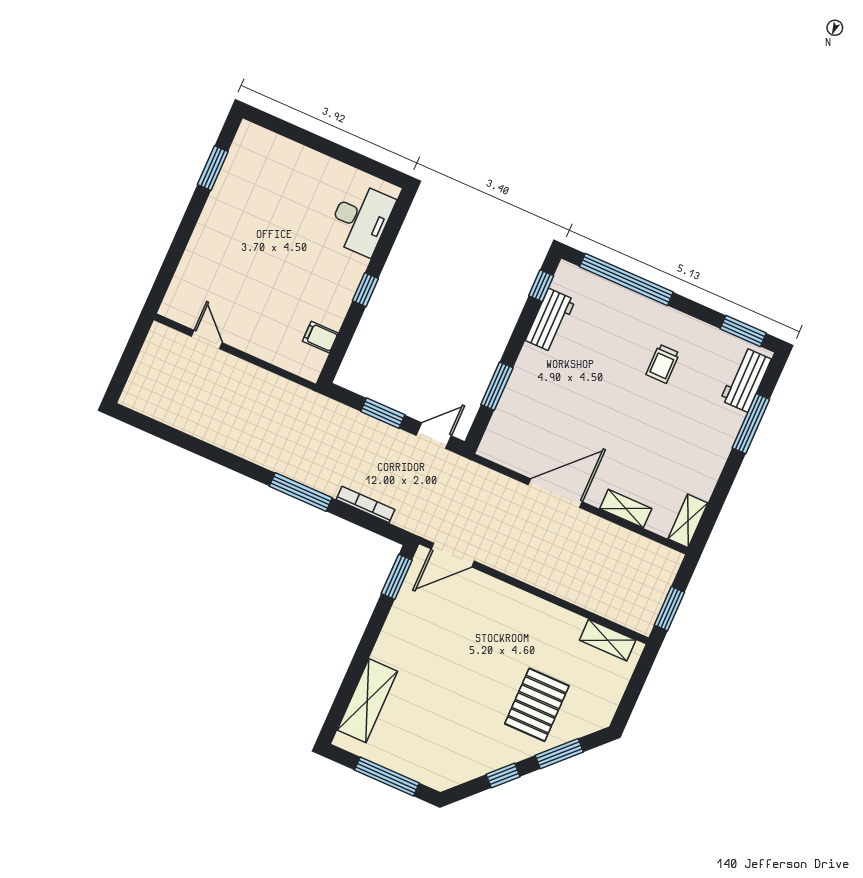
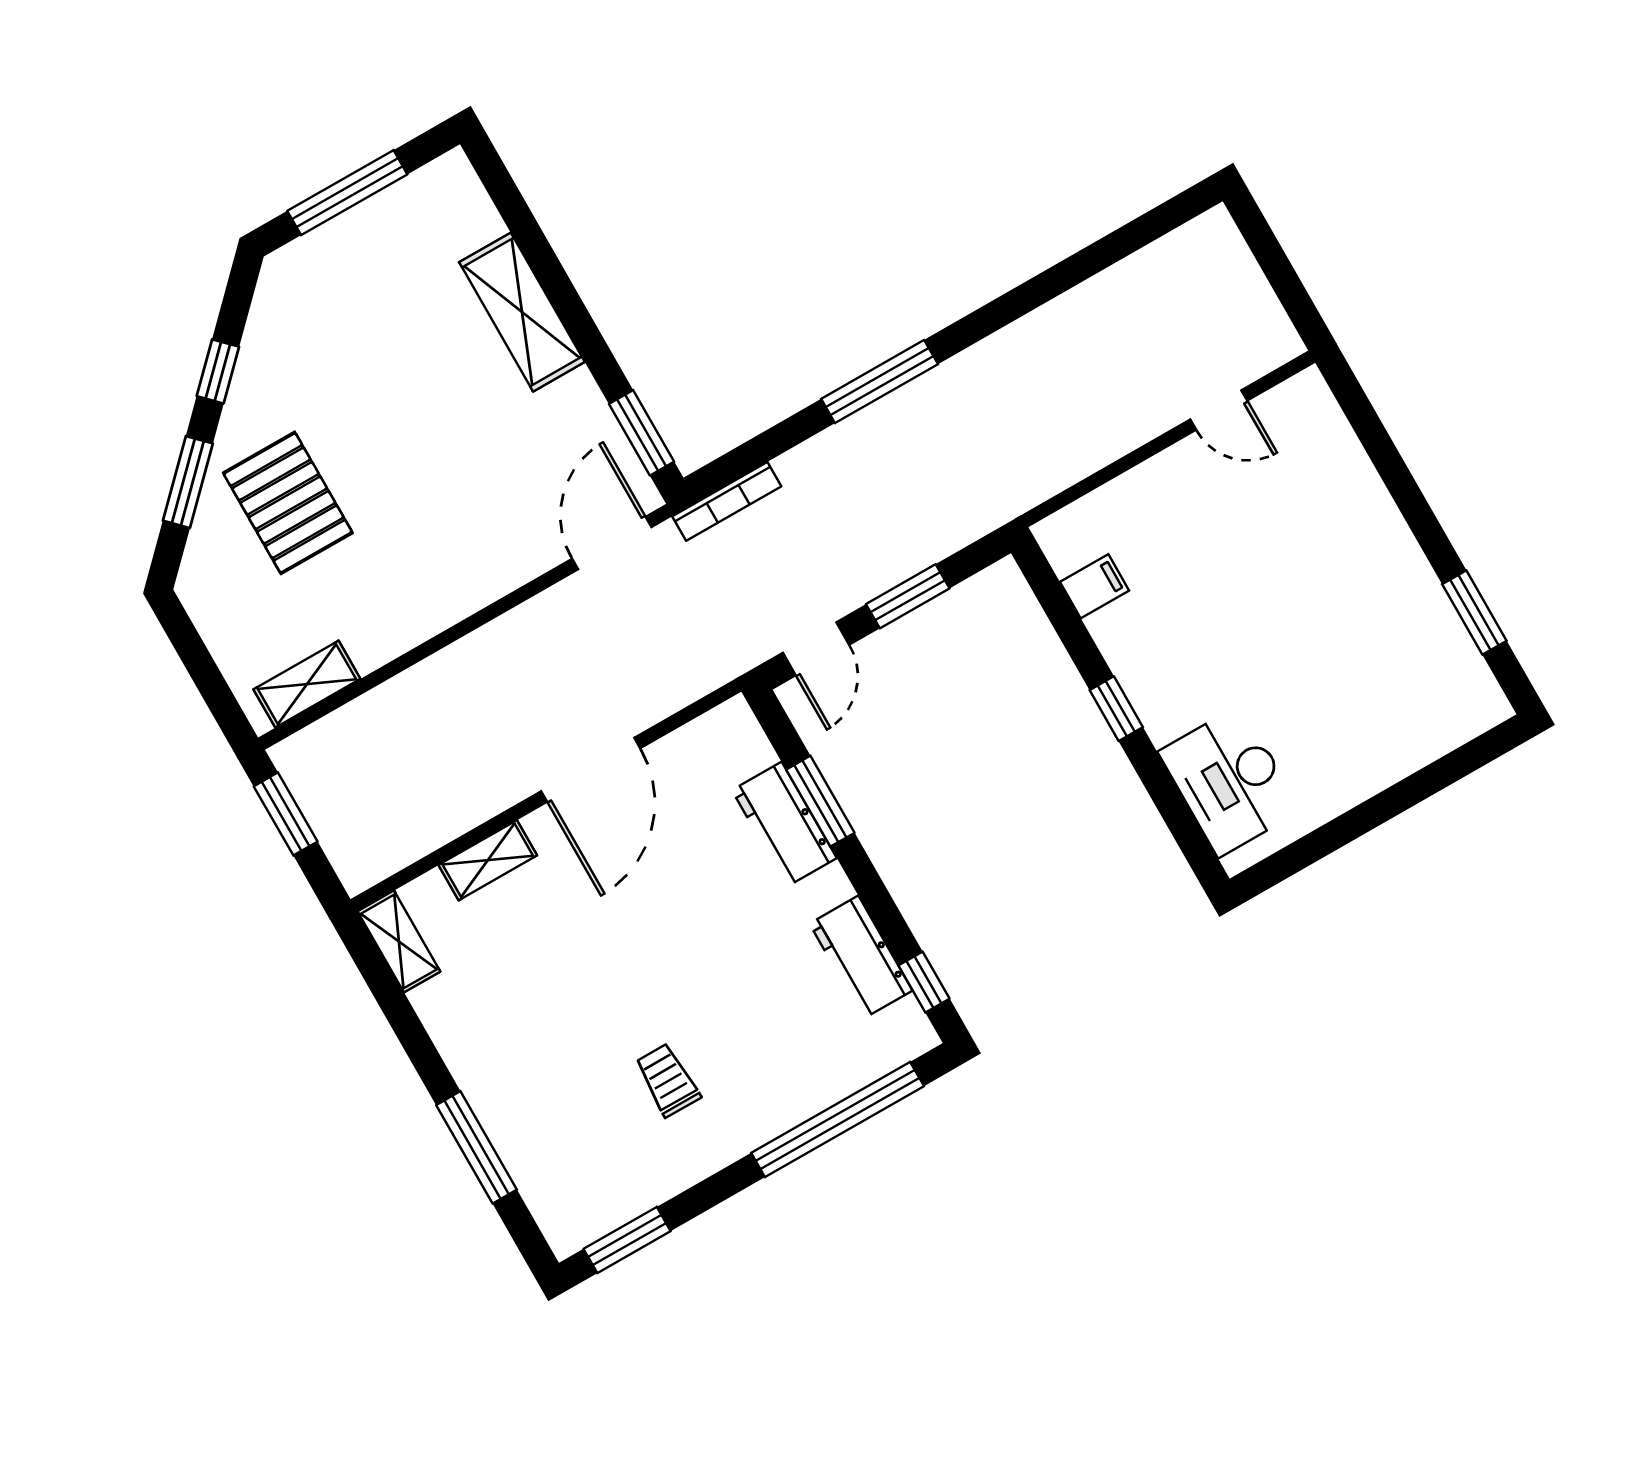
workbench: (746, 380) -> (784, 824), moved, turned 180
bookcase: (366, 505) -> (727, 501), moved
shelving: (367, 701) -> (522, 312), moved

